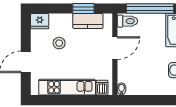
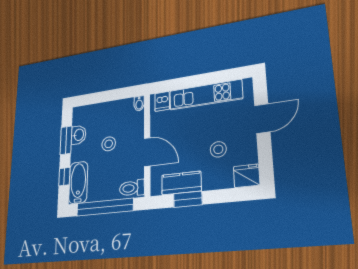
door: (115, 48) -> (147, 152), swing flipped
stool: (148, 59) -> (109, 144), added

